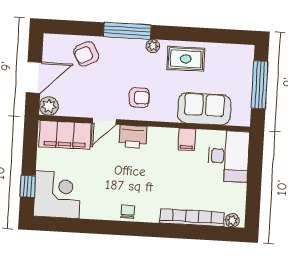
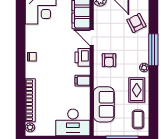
coffee table: (229, 59) -> (138, 119), added
filing cabinet: (187, 139) -> (83, 81), moved

